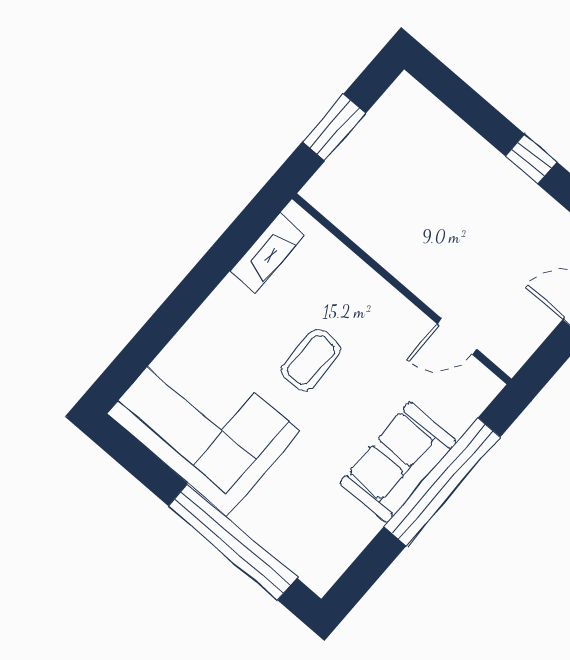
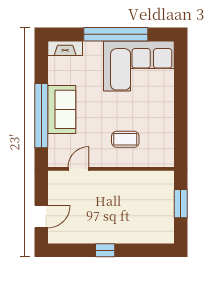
fireplace: (268, 253) -> (65, 48), moved, turned -90
coffee table: (311, 360) -> (125, 139), moved, turned 90
window: (233, 542) -> (116, 34), moved

